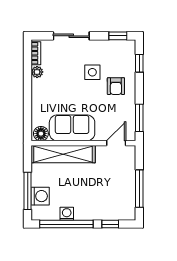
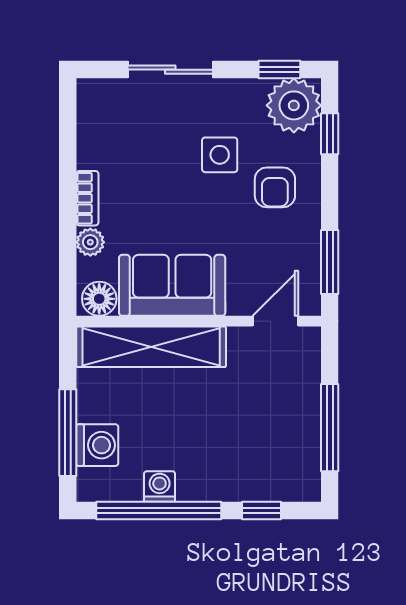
plant: (124, 51) -> (294, 105), added
bookcase: (36, 53) -> (87, 198), moved
plant: (37, 72) -> (90, 242), moved

